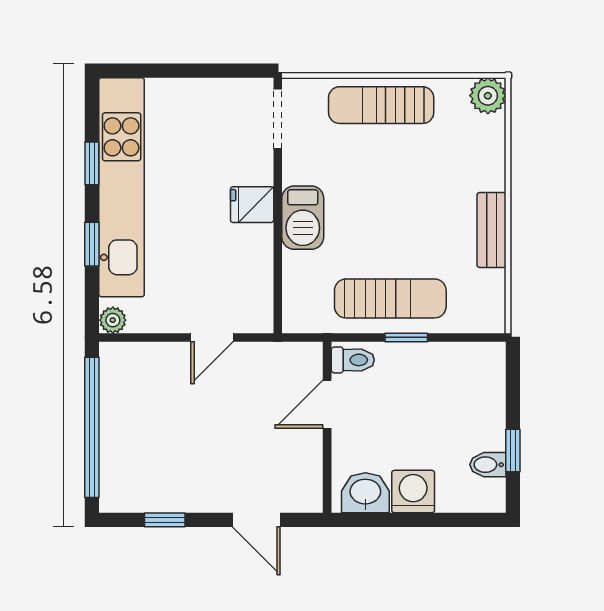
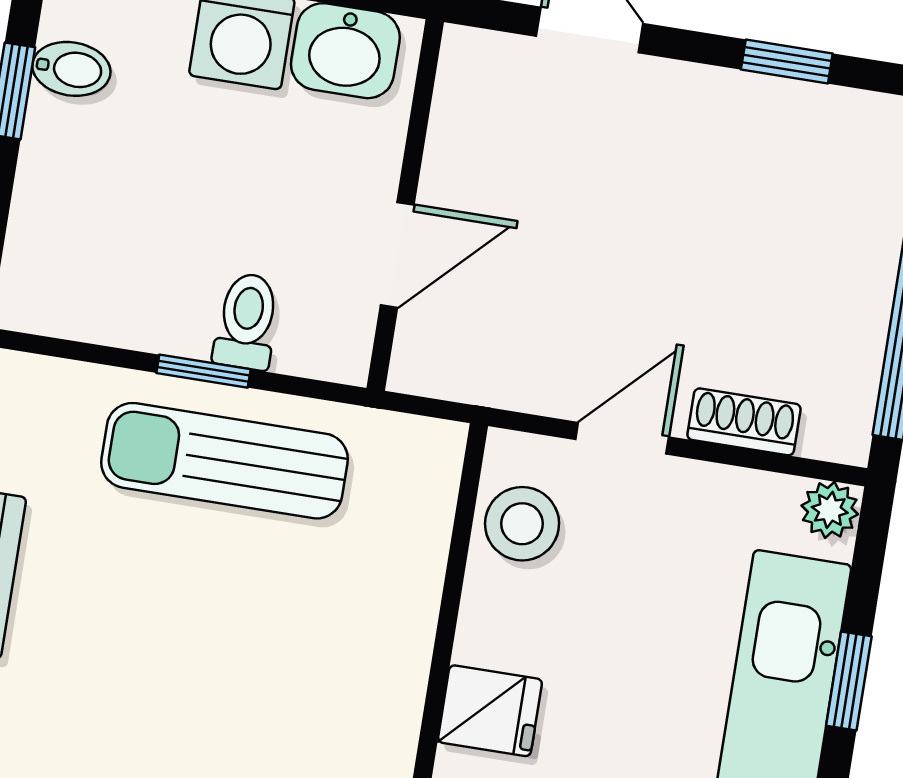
barbecue: (303, 218) -> (385, 665), removed
stool: (251, 292) -> (522, 524), added
shoe rack: (158, 354) -> (744, 422), added
toilet: (353, 360) -> (247, 321), moved, turned 90

